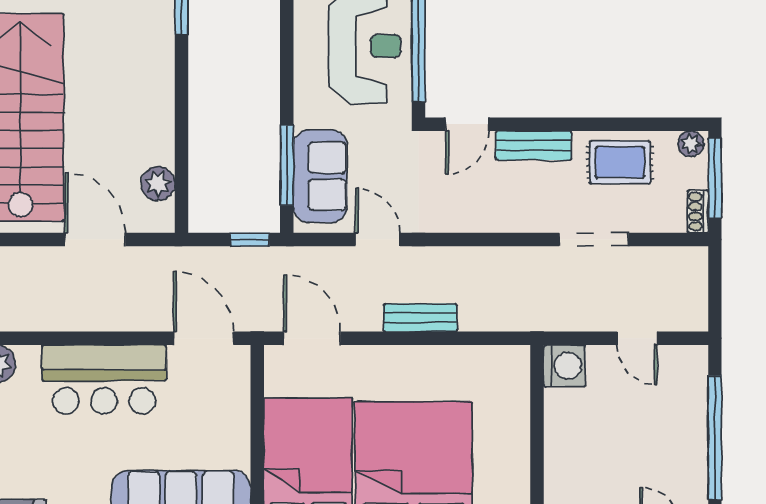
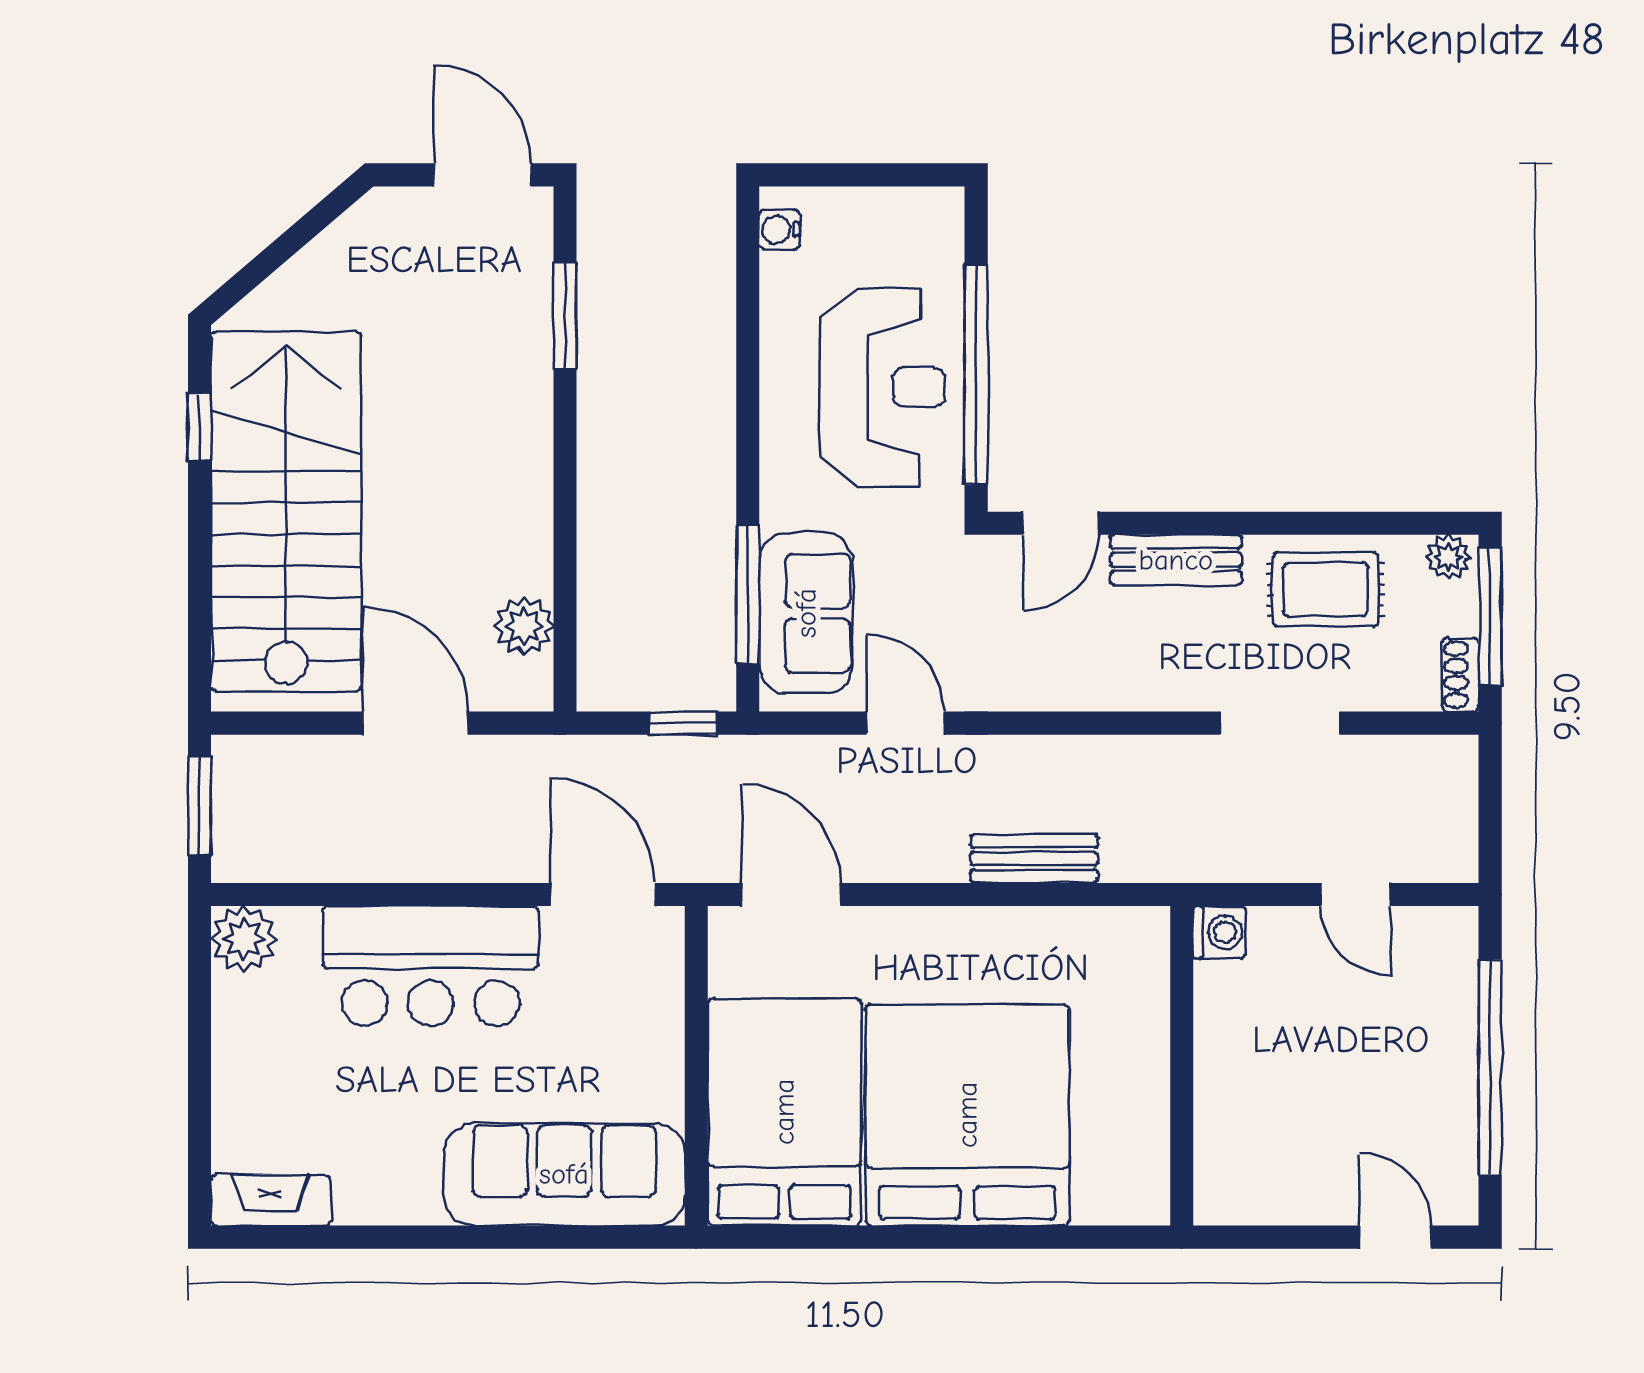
bench: (420, 318) -> (1034, 859), moved
washing machine: (565, 366) -> (1220, 932), width x0.73, depth x0.73

